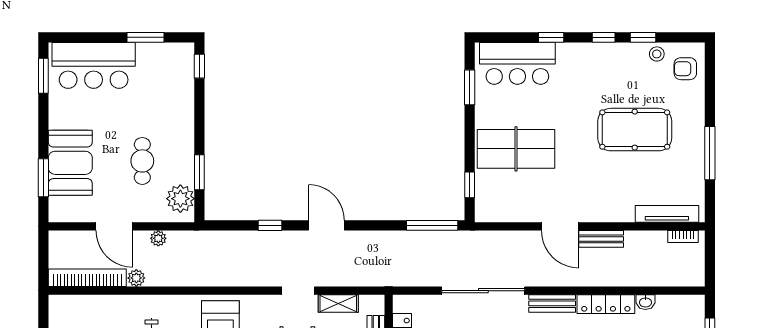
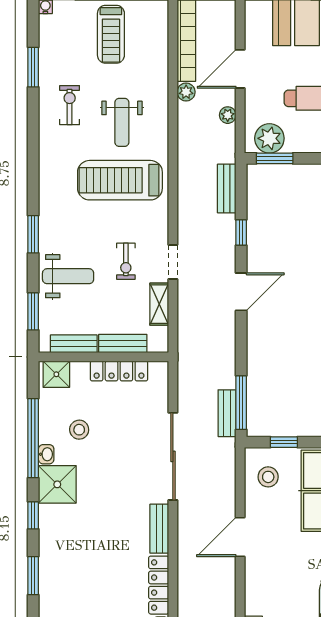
window: (199, 172) -> (275, 158), moved
stool: (503, 200) -> (268, 477), added
bench: (228, 239) -> (227, 189), added
bench: (601, 239) -> (227, 413), moved

